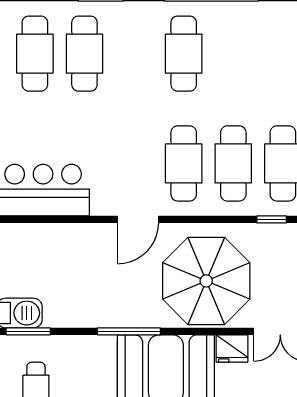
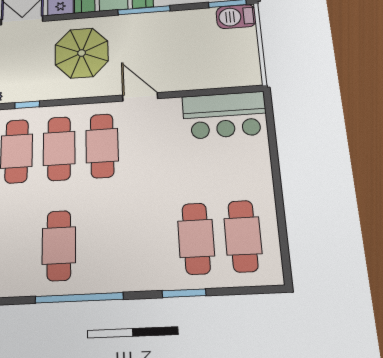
cafe table: (184, 54) -> (59, 245), moved
door: (138, 219) -> (140, 97), hinge flipped
parasol: (206, 281) -> (82, 53), width x0.73, depth x0.73

